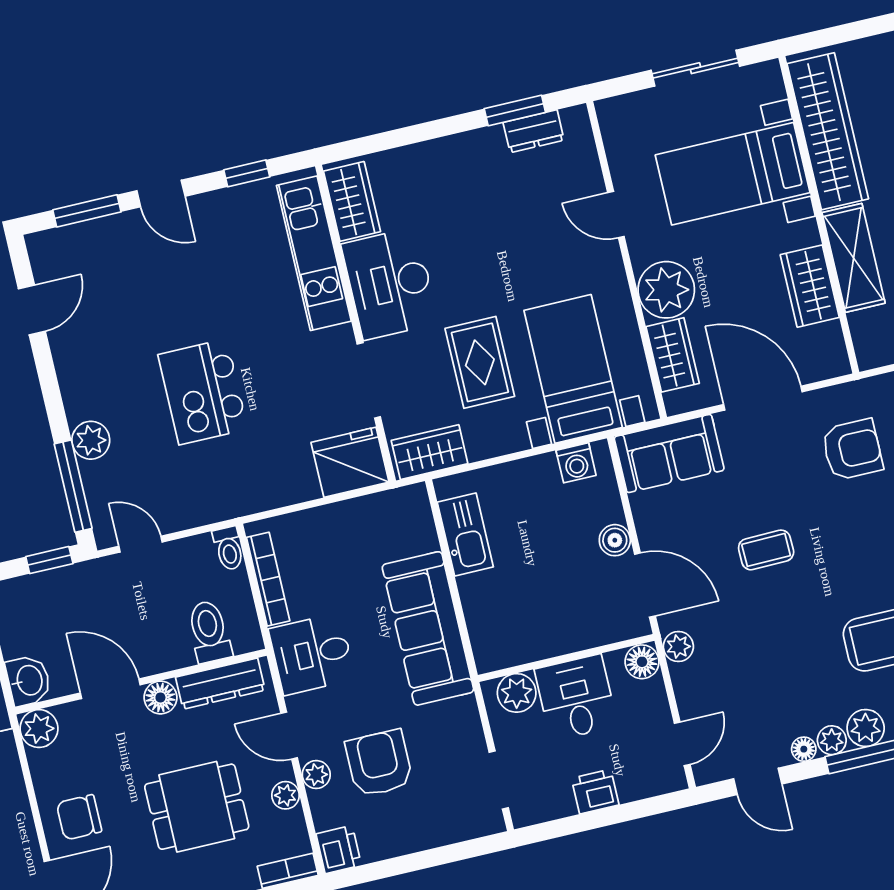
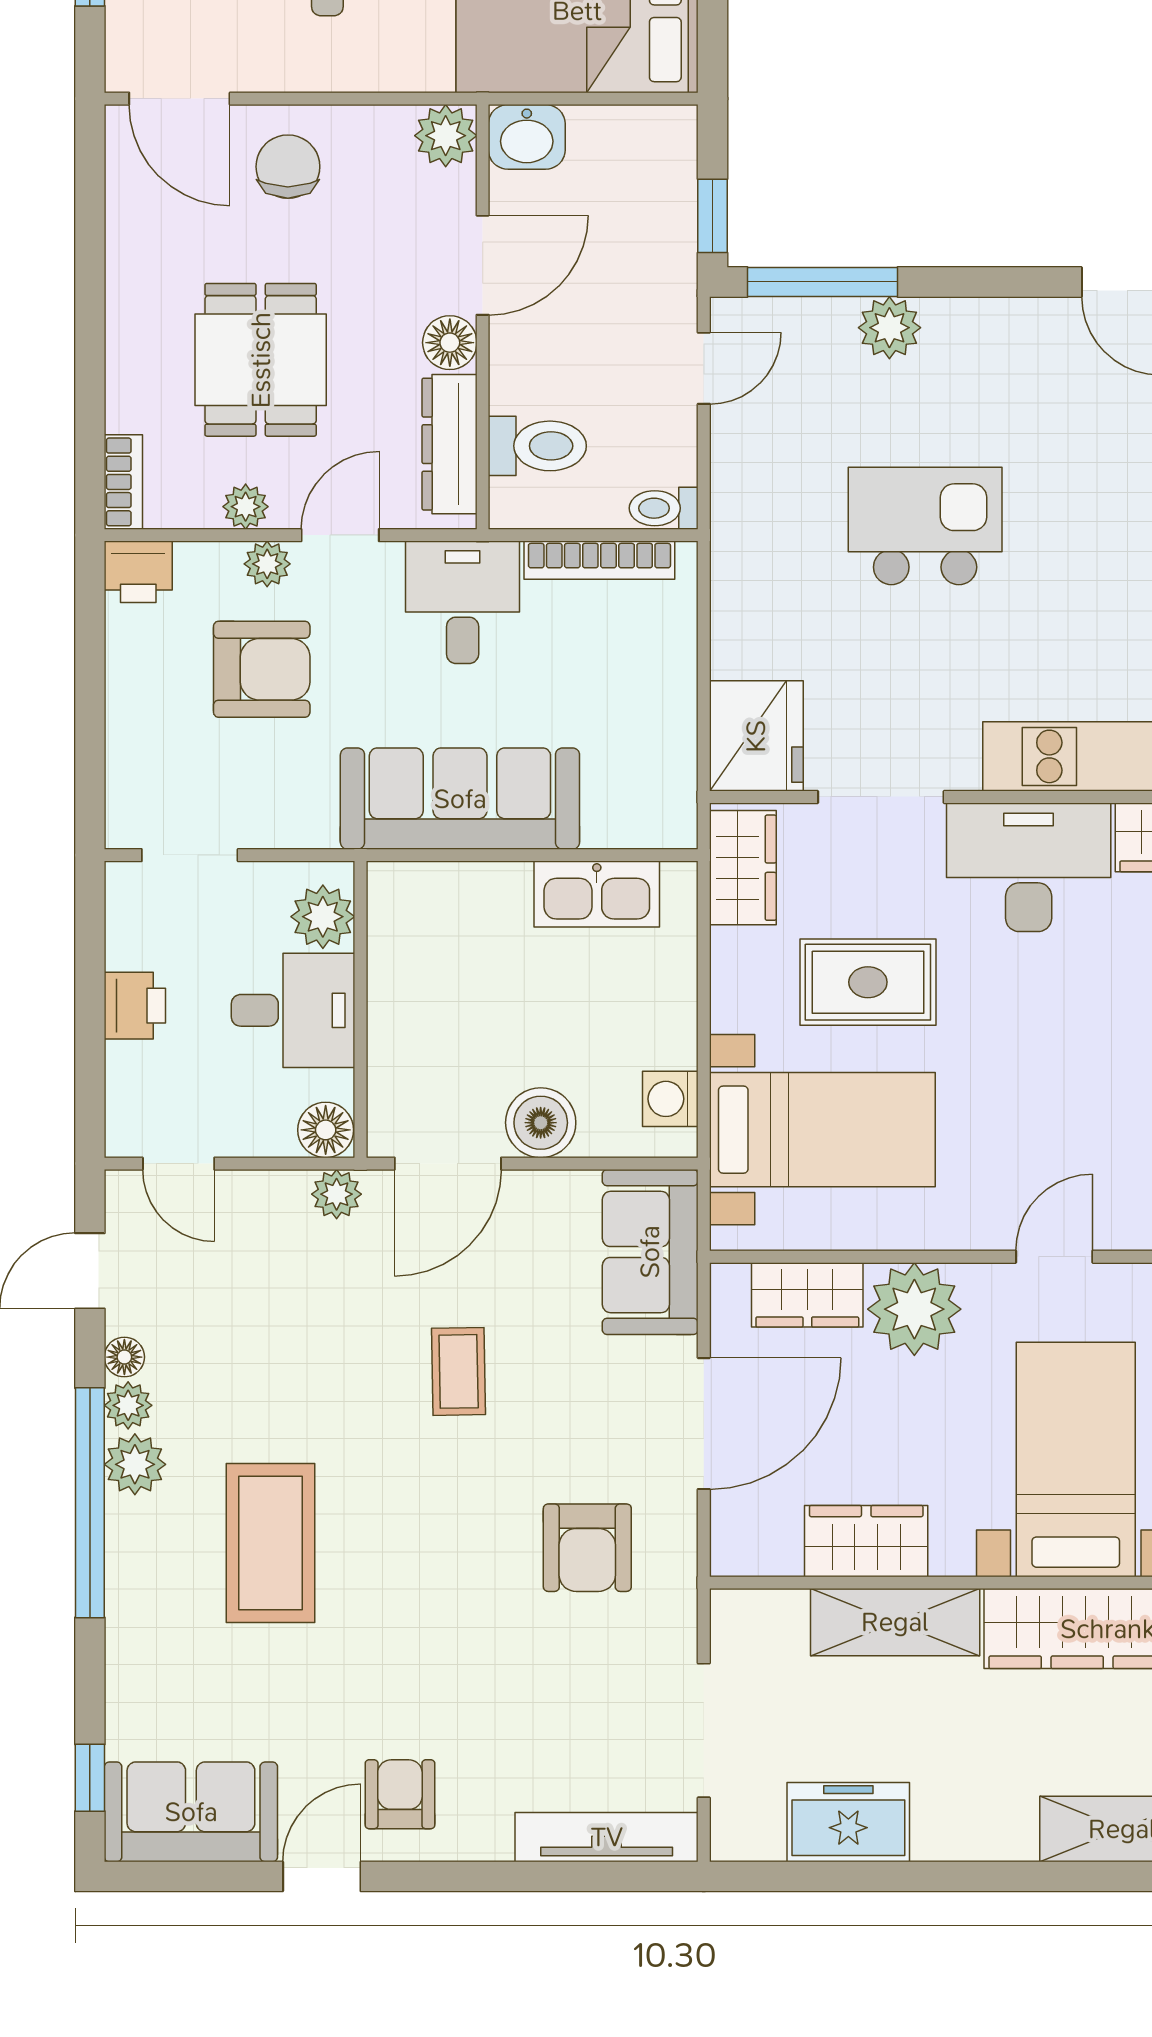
boiler: (615, 540) -> (541, 1123), width x1.36, depth x1.36

